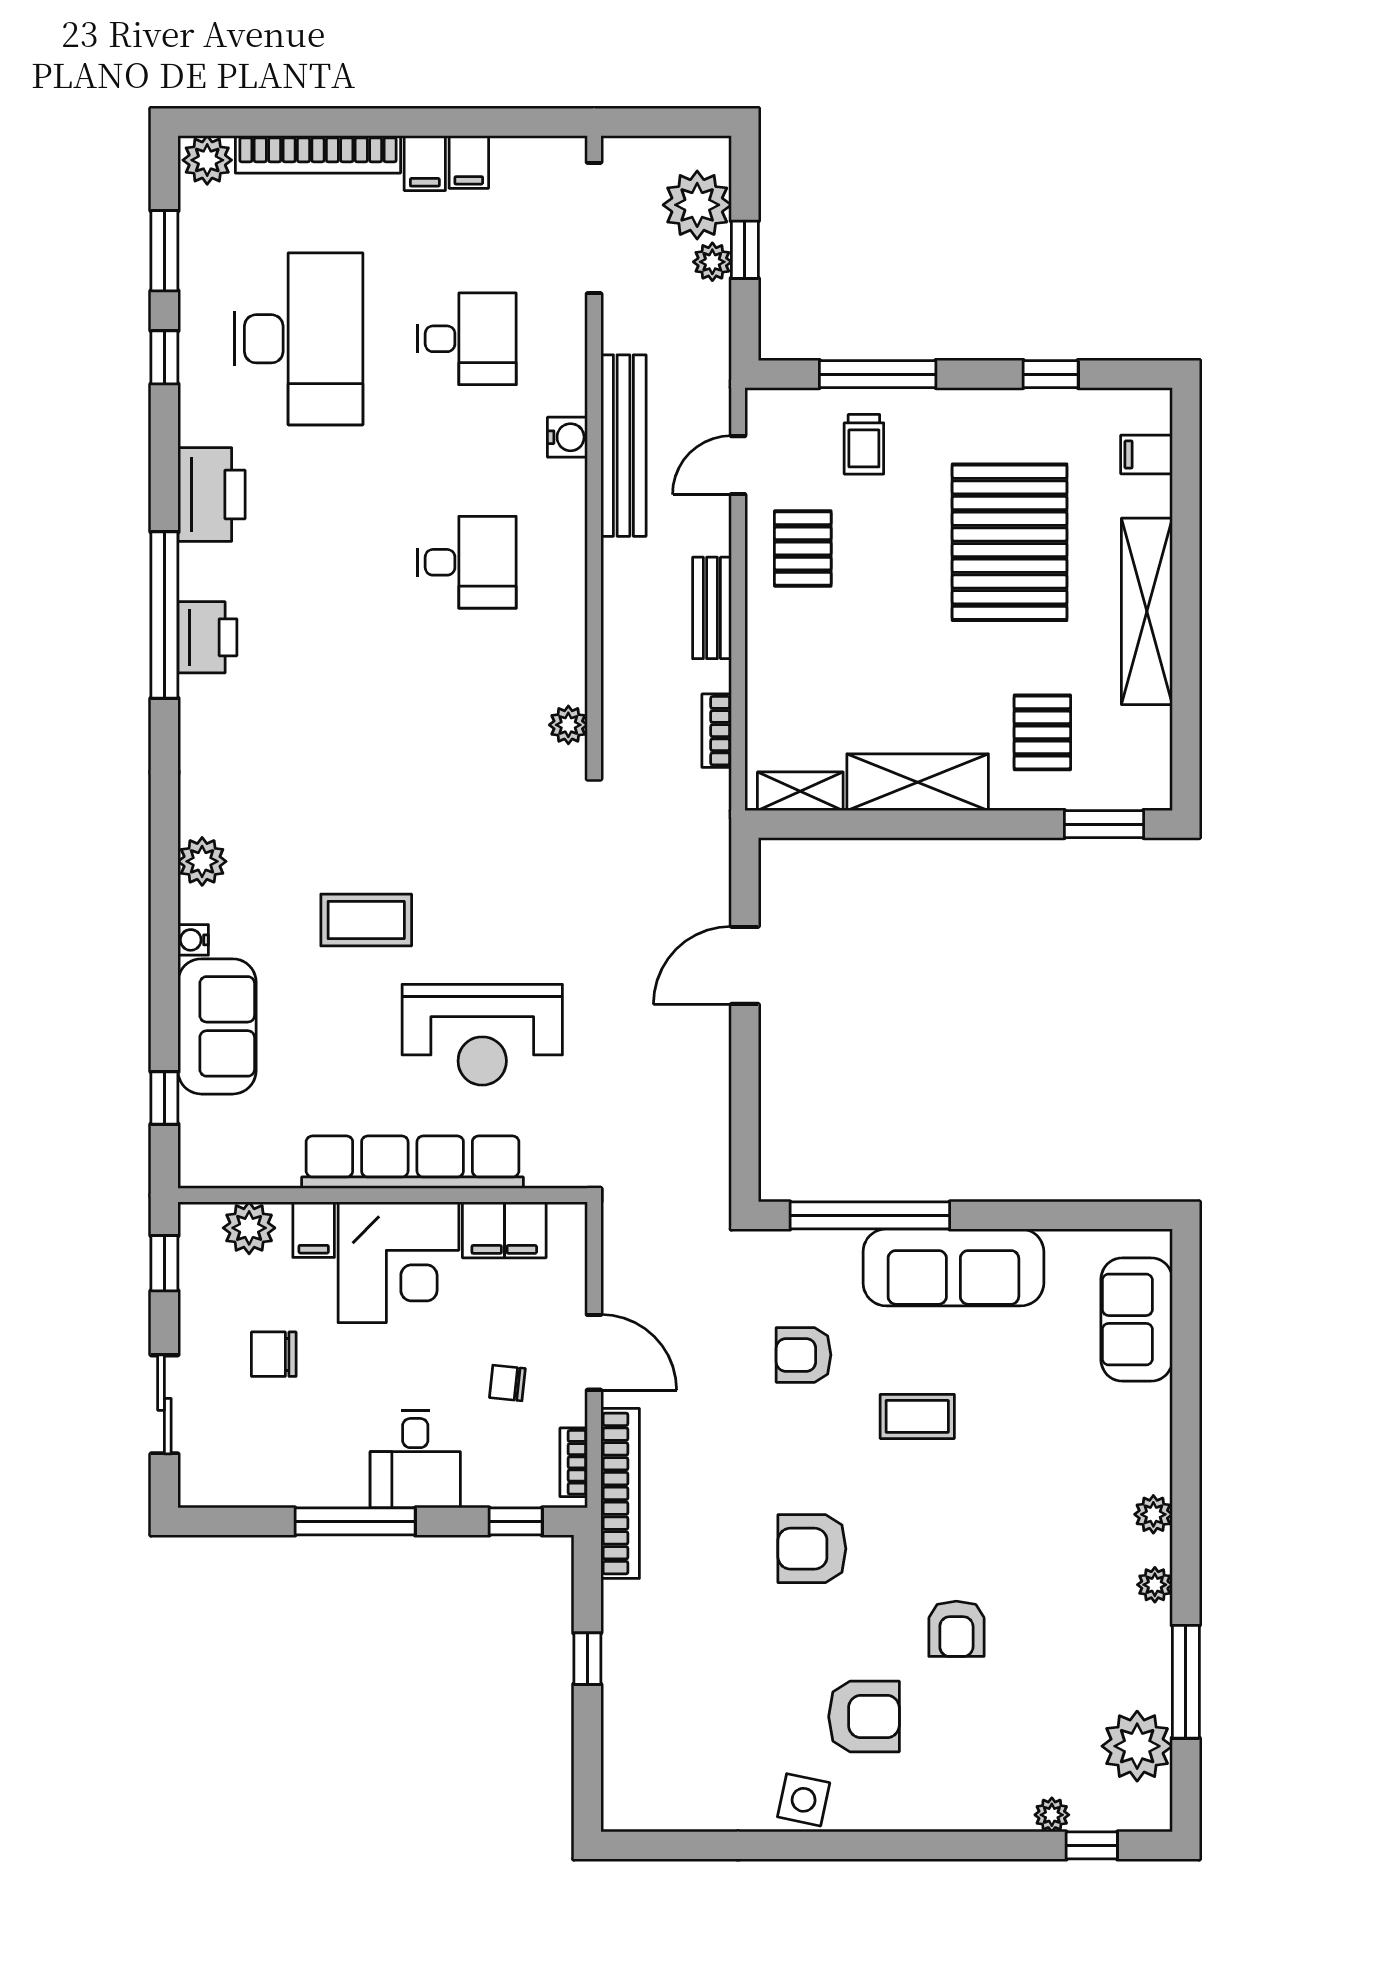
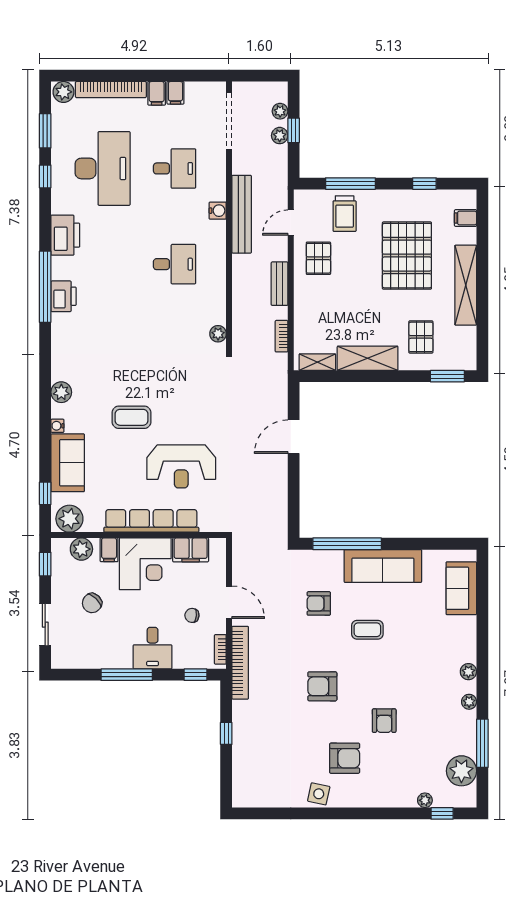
plant: (697, 205) -> (280, 111), width x0.53, depth x0.53
trolley: (864, 444) -> (345, 214), width x1.36, depth x1.39
plant: (221, 1157) -> (69, 519), added
chair: (274, 1354) -> (92, 603), turned -46

